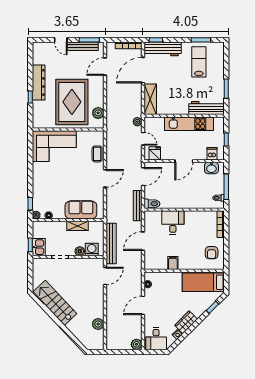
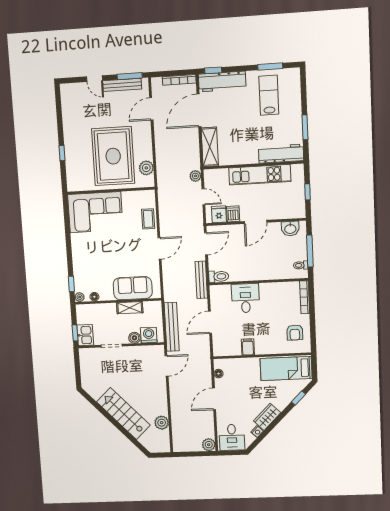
dresser: (39, 82) -> (71, 134), removed
dishwasher: (212, 154) -> (233, 214), moved
stairs: (55, 303) -> (123, 414), moved

